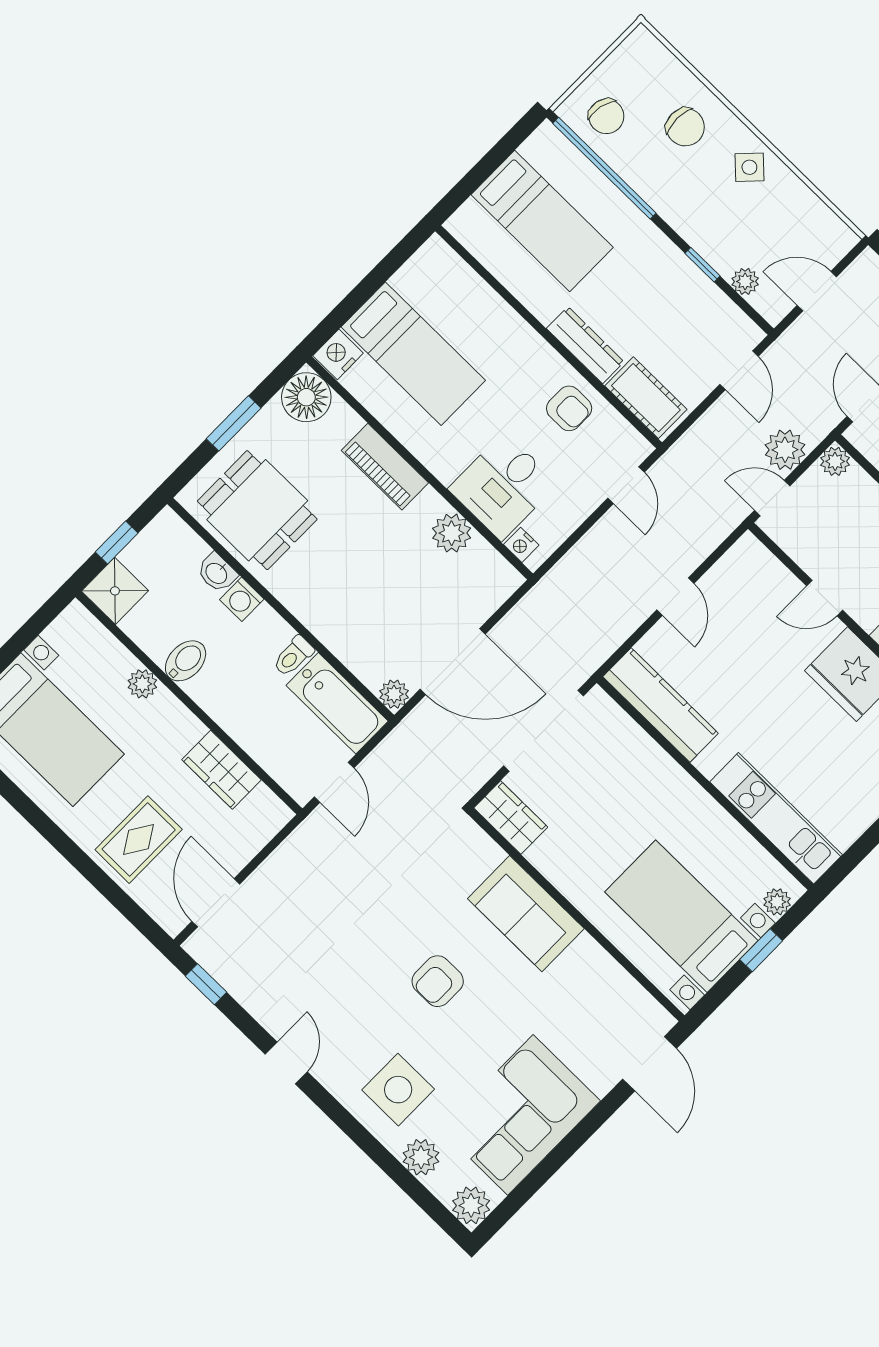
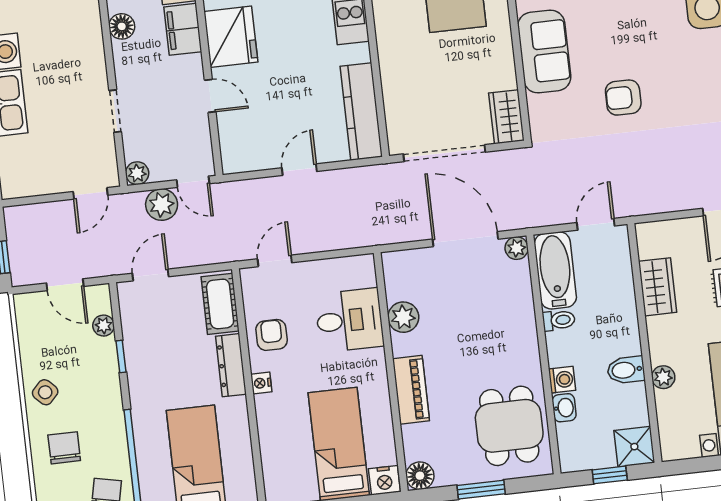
floor lamp: (306, 397) -> (420, 476), width x0.73, depth x0.73
nightstand: (521, 545) -> (261, 383), moved, turned 180
armchair: (438, 981) -> (623, 98), moved, turned 180

